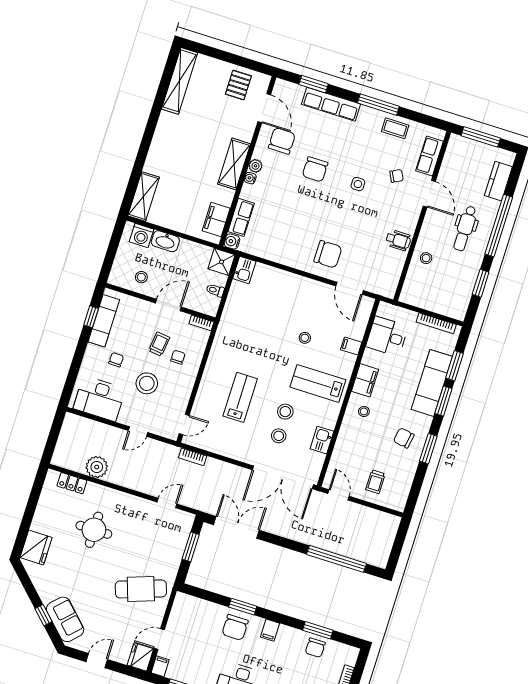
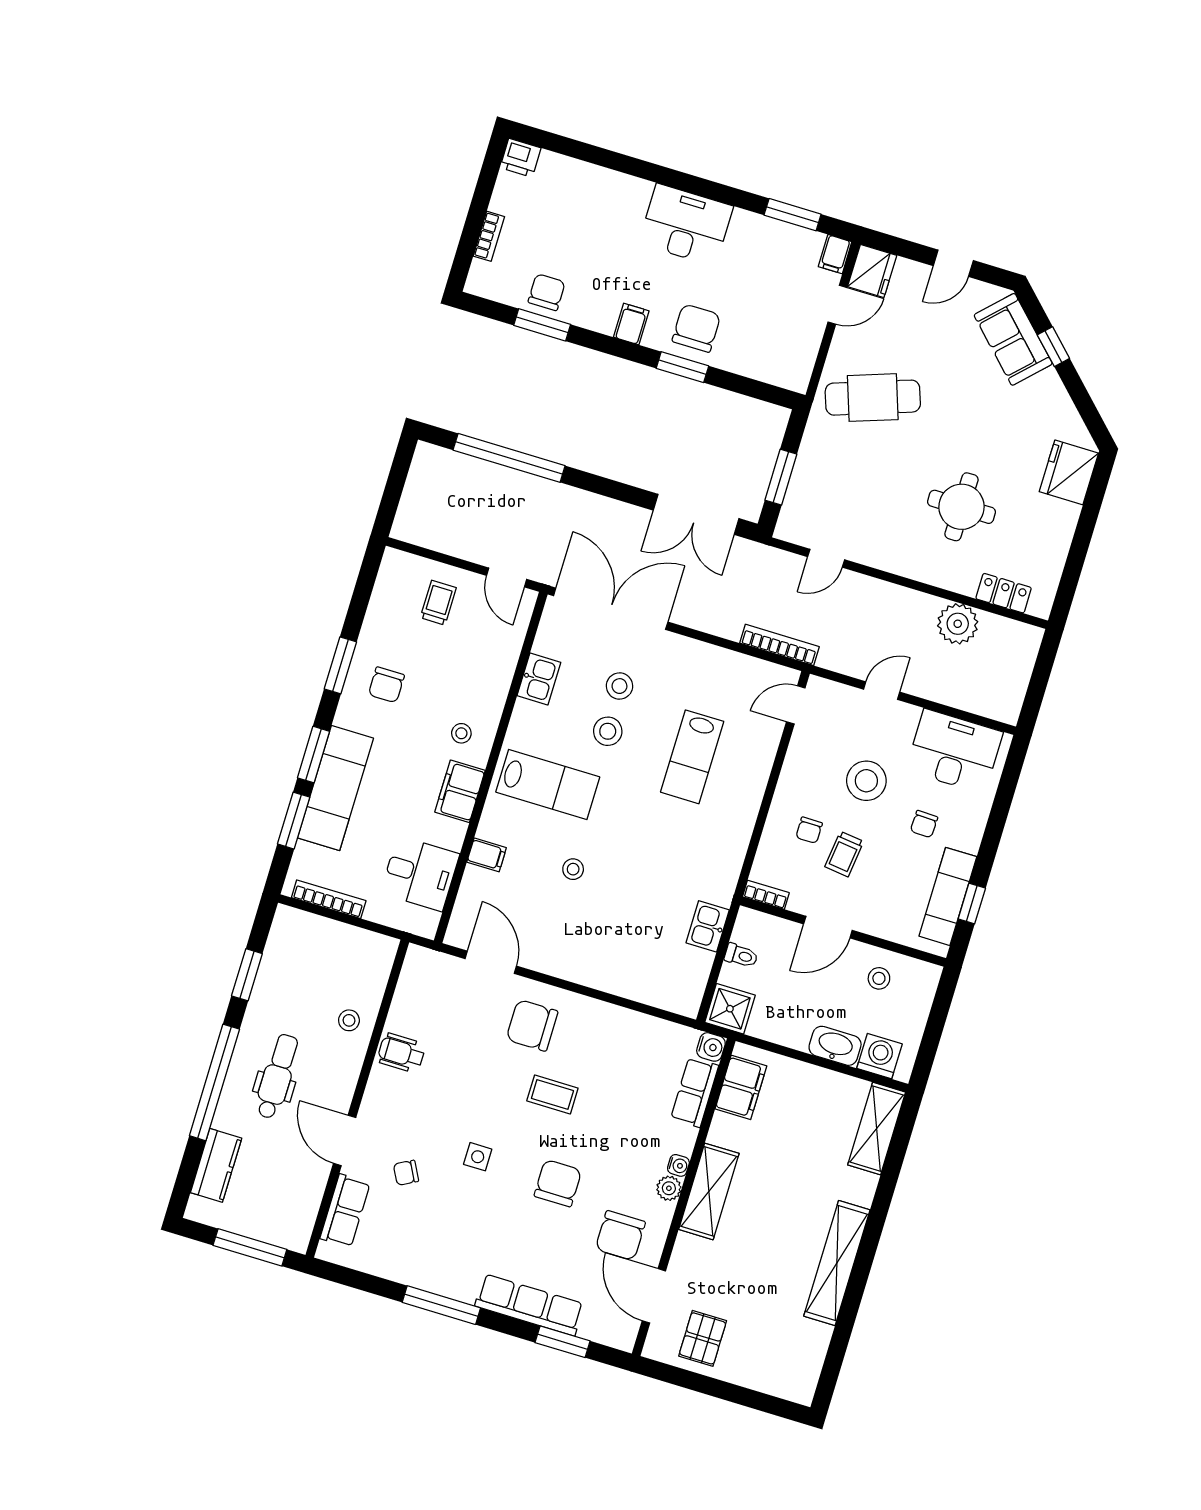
shelving: (180, 81) -> (837, 1263), moved
coffee table: (395, 128) -> (552, 1095), moved
kitchen sink: (244, 270) -> (708, 926), moved
chair: (404, 438) -> (386, 685), turned 80
bookcase: (193, 457) -> (779, 645), width x1.56

